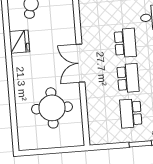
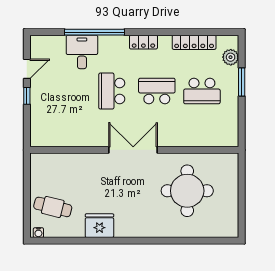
school desk: (125, 43) -> (112, 91), turned -90
double door: (81, 63) -> (133, 150), swing flipped

